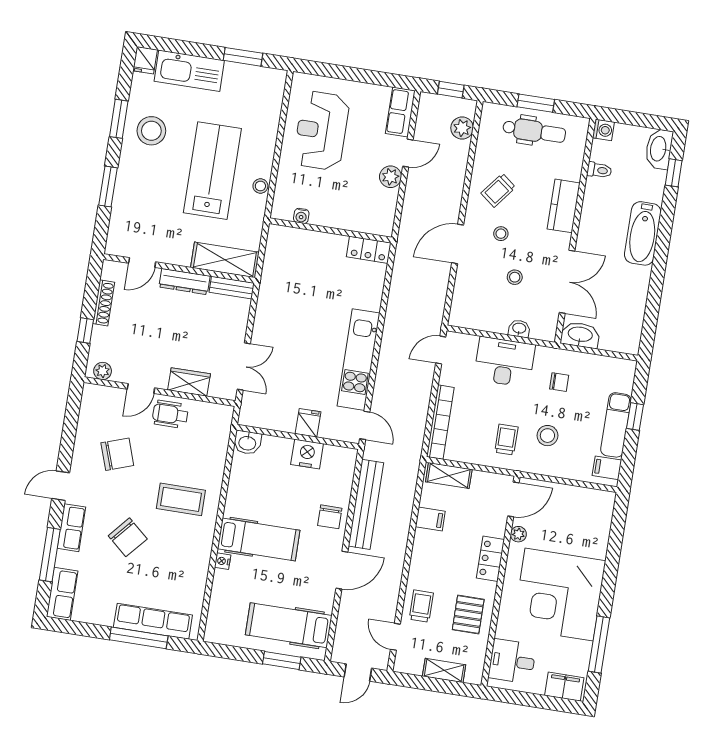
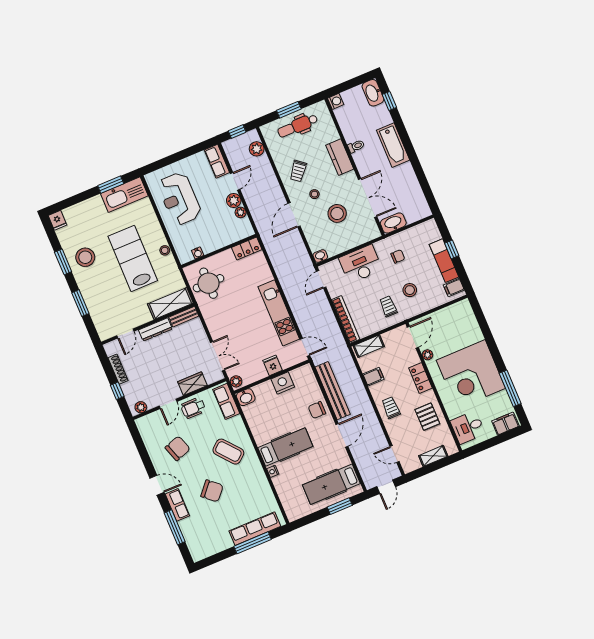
kitchen sink: (189, 71) -> (124, 195), moved
dental chair: (534, 131) -> (298, 126), turned 180
toilet: (599, 170) -> (356, 146), moved
plant: (390, 198) -> (241, 212), added
round table: (291, 264) -> (208, 283), added
stool: (515, 277) -> (337, 213), width x1.89, depth x1.89
washbasin: (519, 329) -> (320, 256), moved
plant: (248, 414) -> (236, 381), added
door: (61, 486) -> (157, 485), swing flipped
coffee table: (181, 499) -> (228, 452), turned 50
chair: (330, 517) -> (317, 410), turned 90
row of seats: (62, 594) -> (226, 401), moved, turned 180
trolley: (421, 606) -> (391, 408), moved

